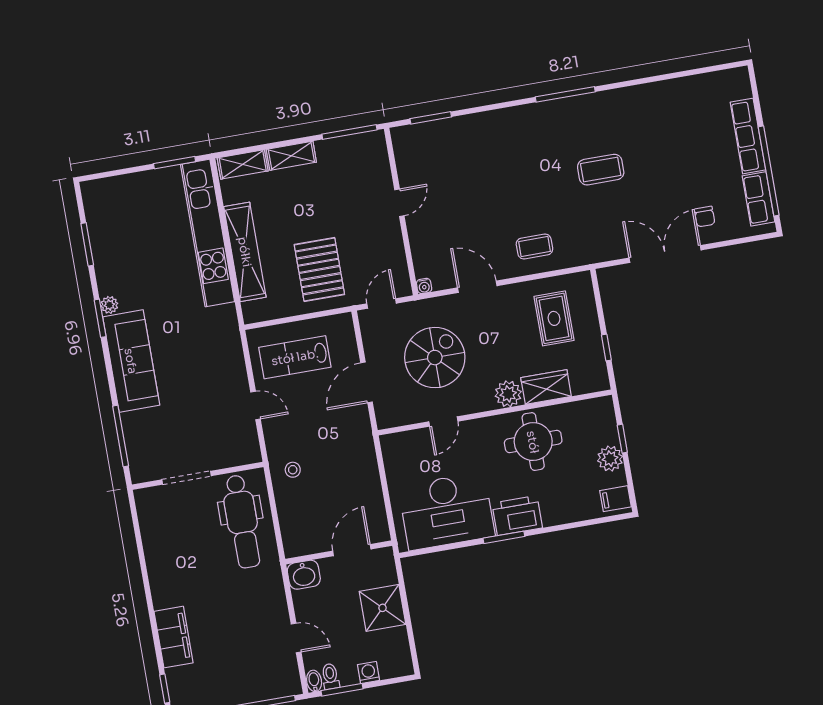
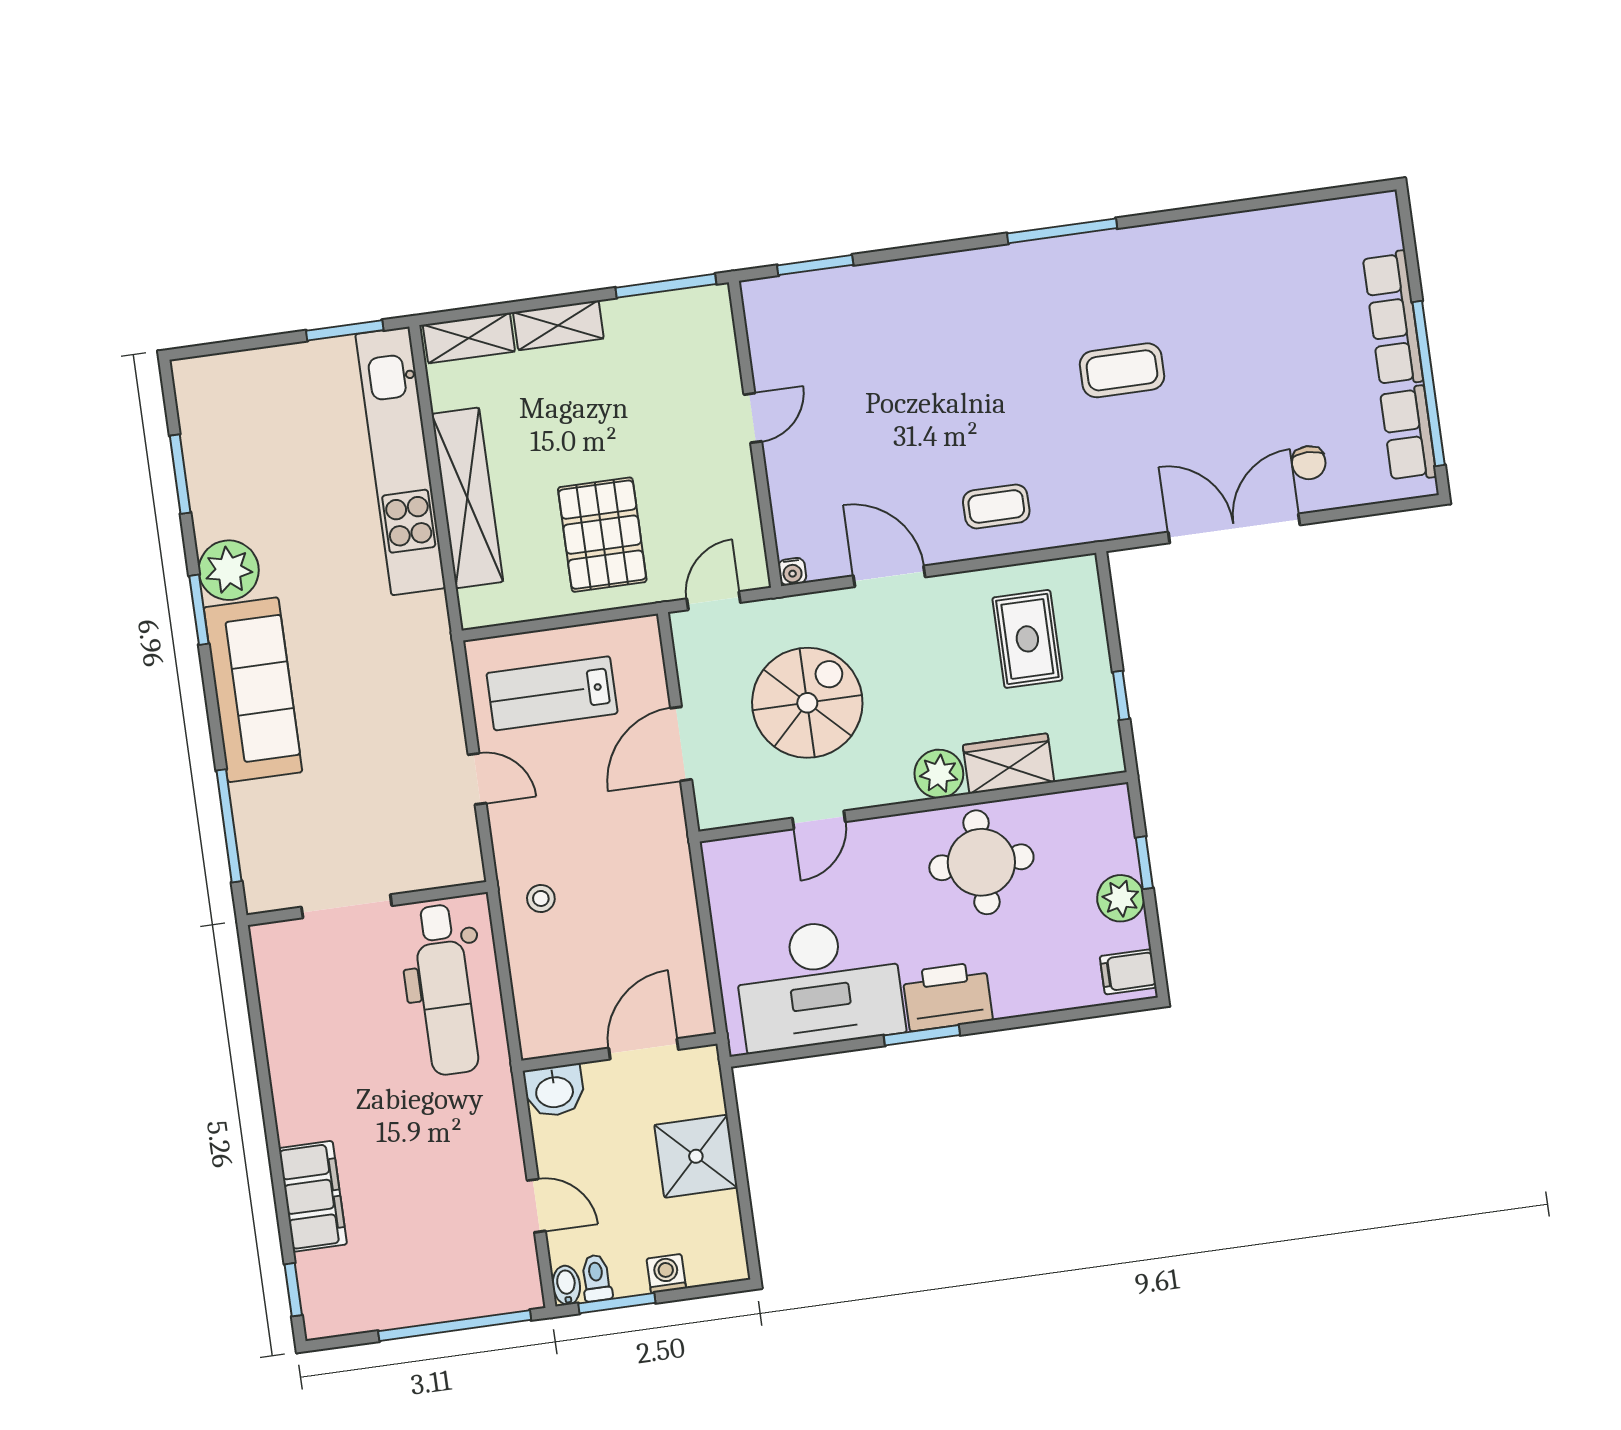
plant: (109, 305) -> (229, 570), width x1.87, depth x1.87

